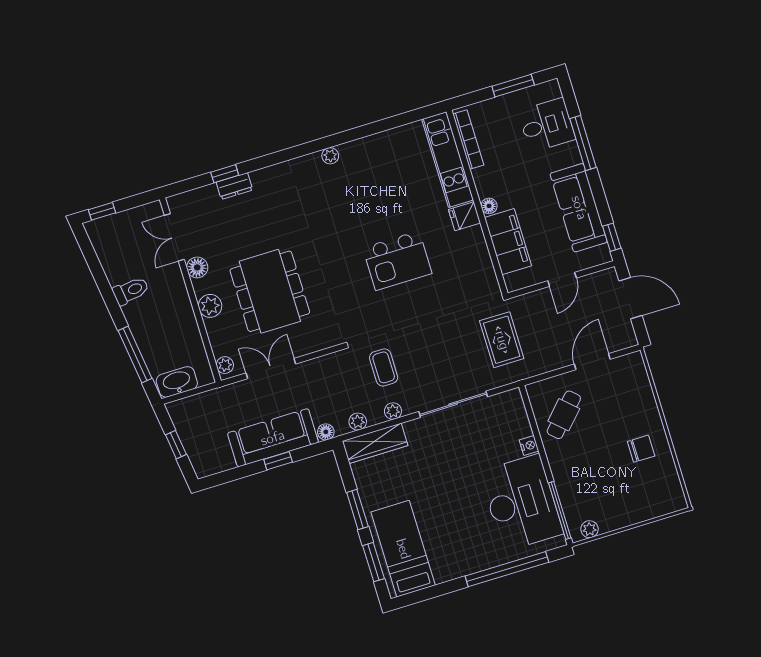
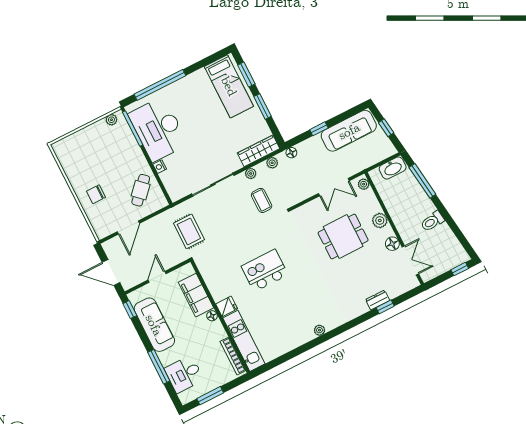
dining table: (270, 291) -> (343, 237), width x0.73
sofa: (273, 438) -> (349, 131), moved
chair: (641, 449) -> (96, 194), moved

